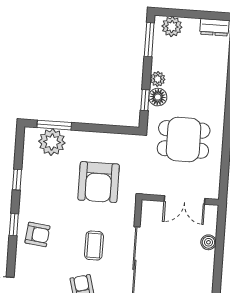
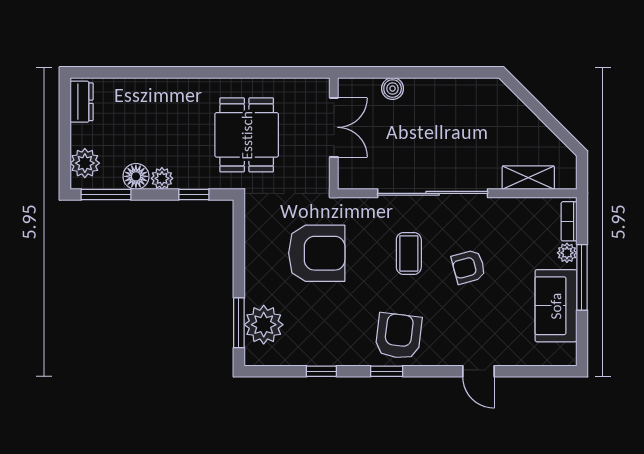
floor lamp: (158, 97) -> (136, 176), moved
armchair: (37, 234) -> (398, 336), width x1.38, depth x1.38
coffee table: (94, 246) -> (409, 253), turned 90

